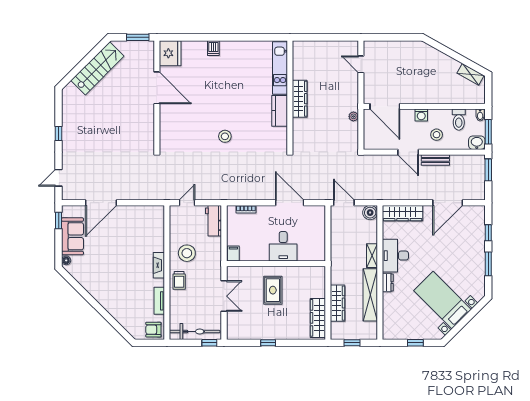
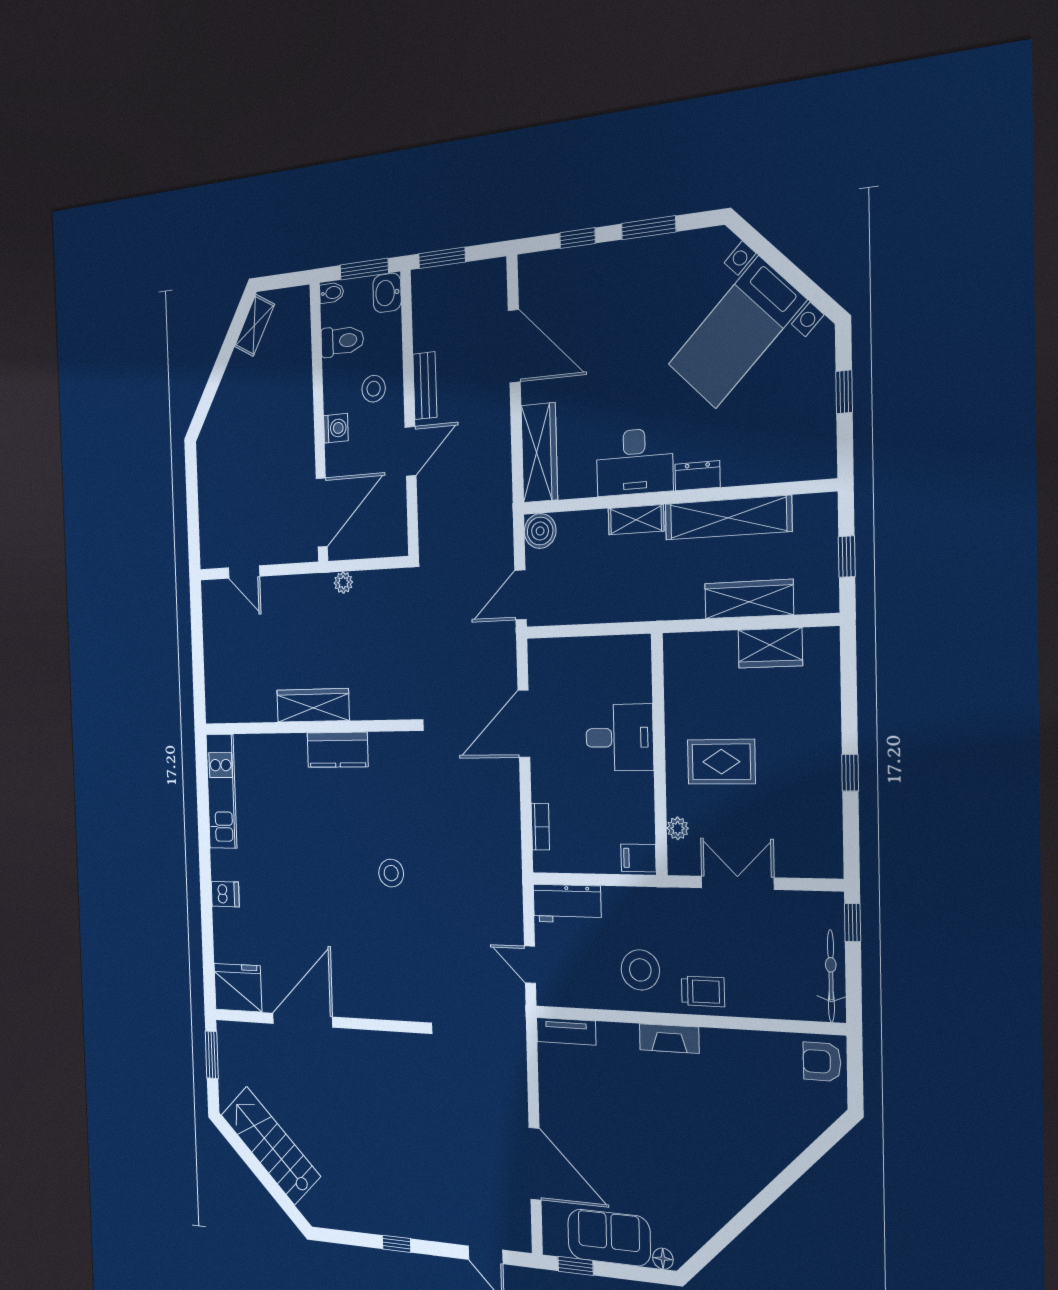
door: (361, 64) -> (244, 572), hinge flipped
kitchen unit: (280, 68) -> (221, 791), moved, turned -90
plant: (246, 271) -> (678, 828), added
tv unit: (159, 301) -> (566, 1031), moved
wardrobe: (318, 318) -> (770, 648), width x0.67
armchair: (153, 330) -> (822, 1062), turned 90
bicycle: (195, 331) -> (831, 976), width x0.73, depth x0.71

